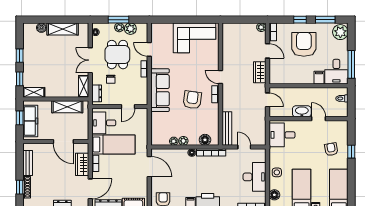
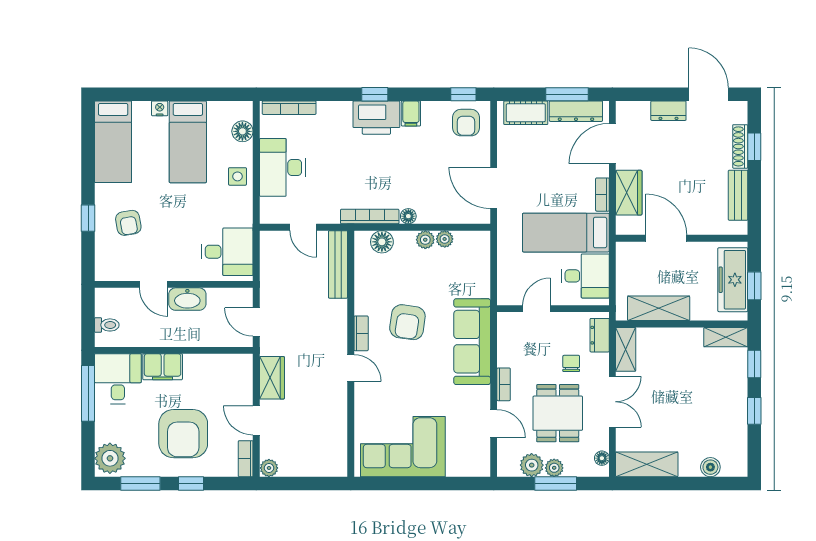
shelving: (63, 29) -> (647, 464), moved
filing cabinet: (319, 78) -> (163, 367), width x2.00

